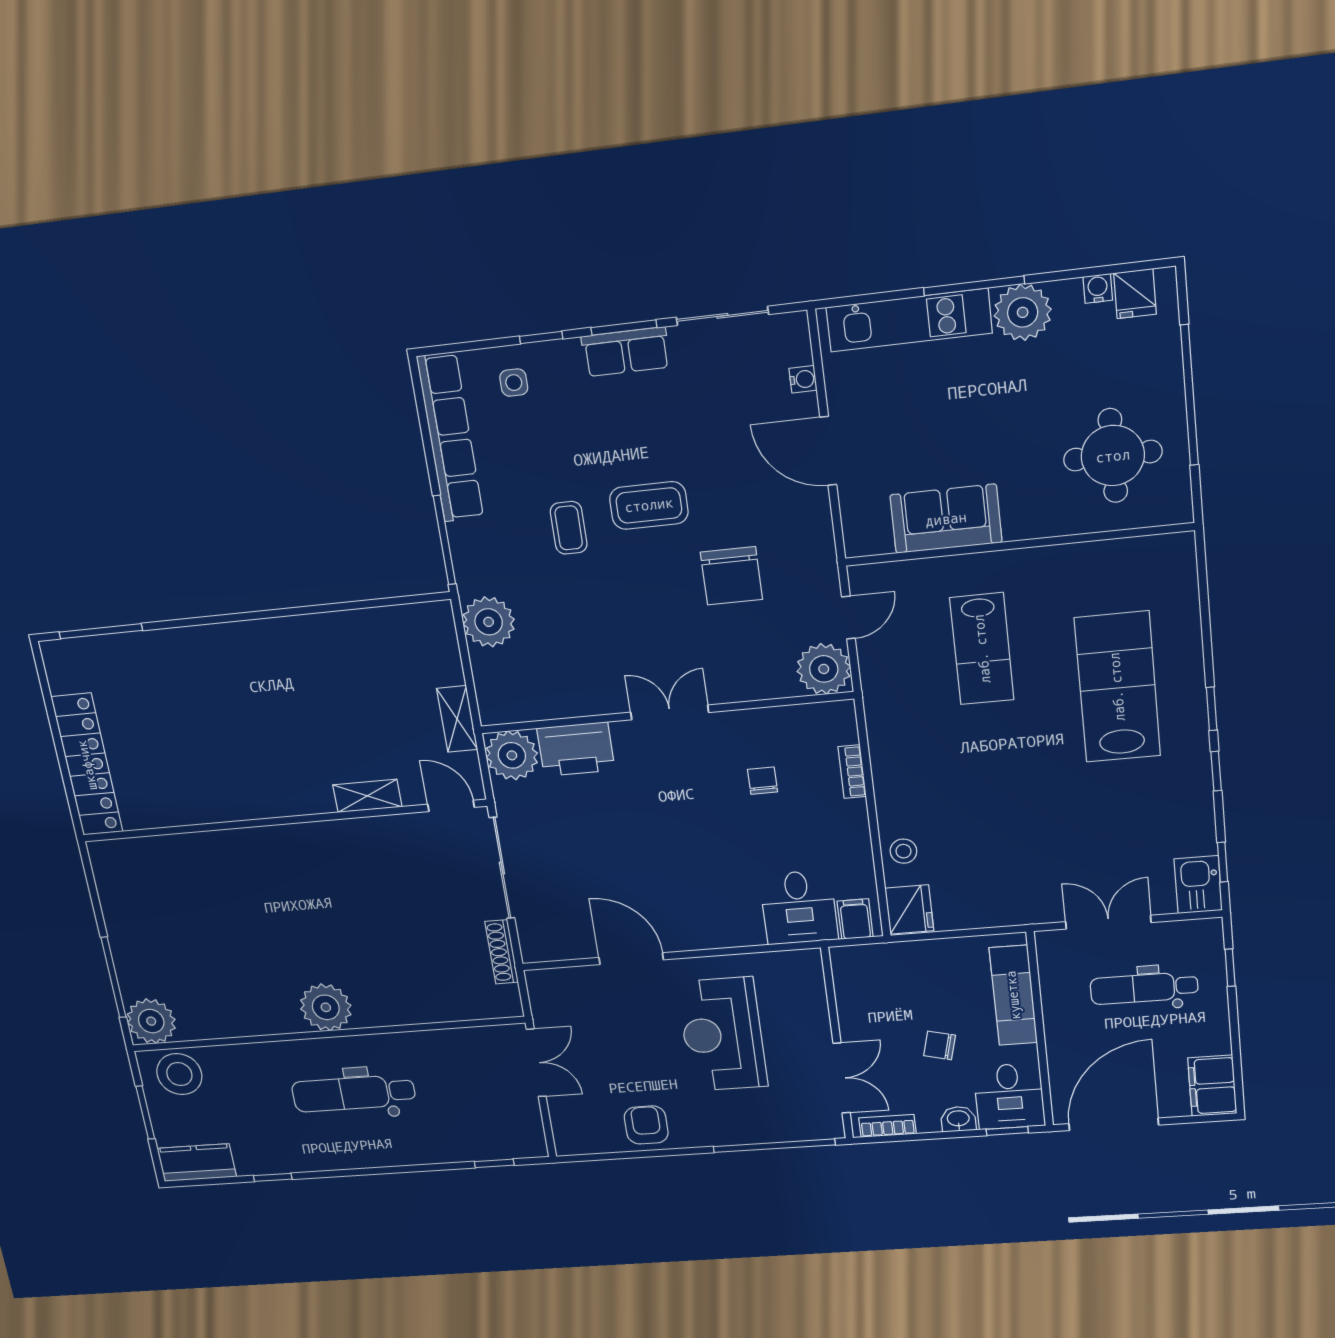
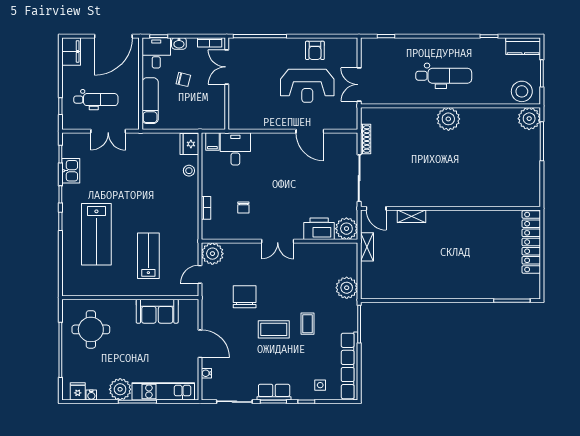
kitchen sink: (1198, 885) -> (71, 171), moved
reception desk: (722, 1034) -> (307, 86), moved, turned 90

